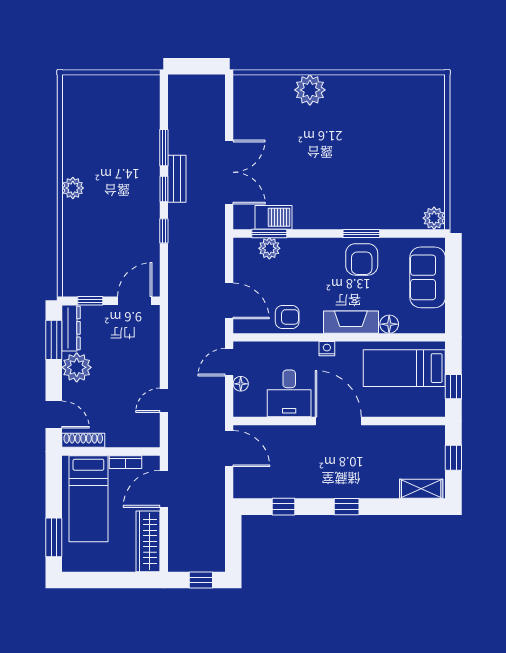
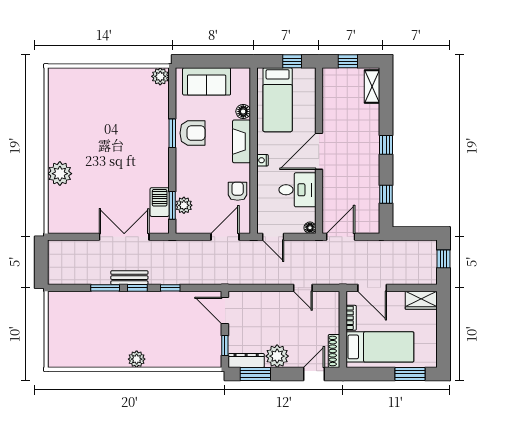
floor lamp: (241, 384) -> (310, 228), moved
wardrobe: (148, 541) -> (421, 300), width x0.67

